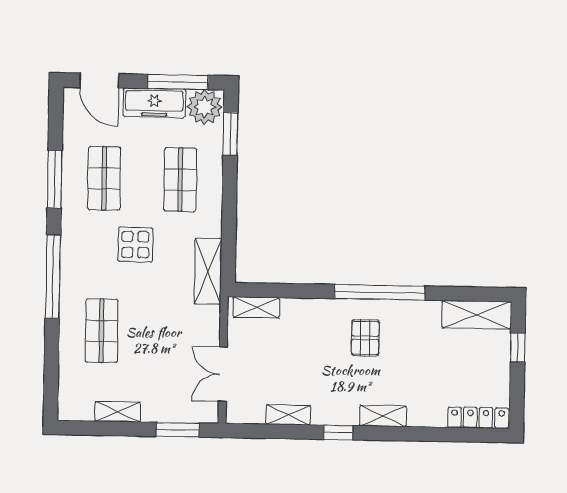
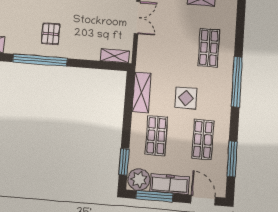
window: (55, 179) -> (232, 159), moved
shelving: (208, 271) -> (142, 92), moved

